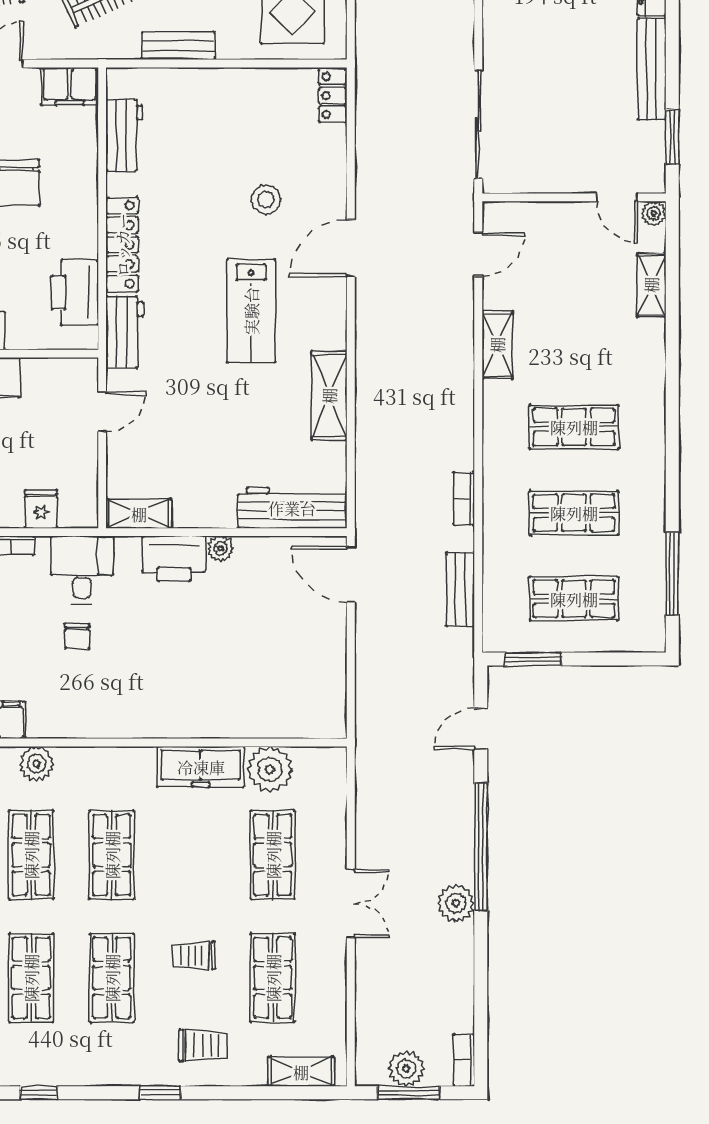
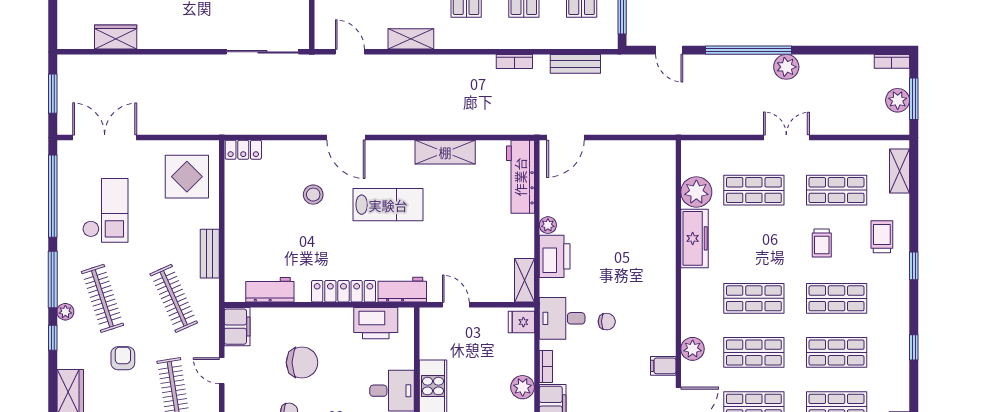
fridge: (41, 509) -> (521, 322), moved

